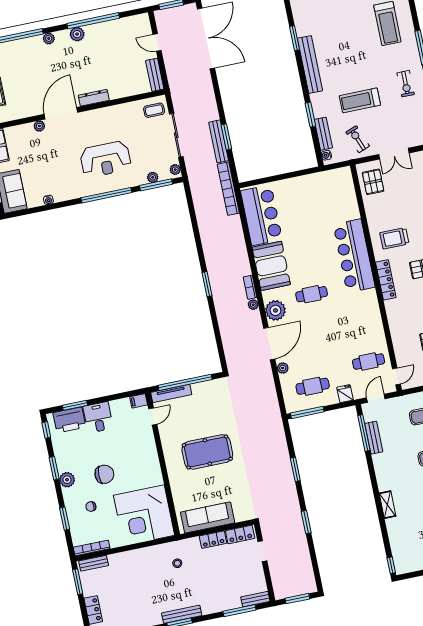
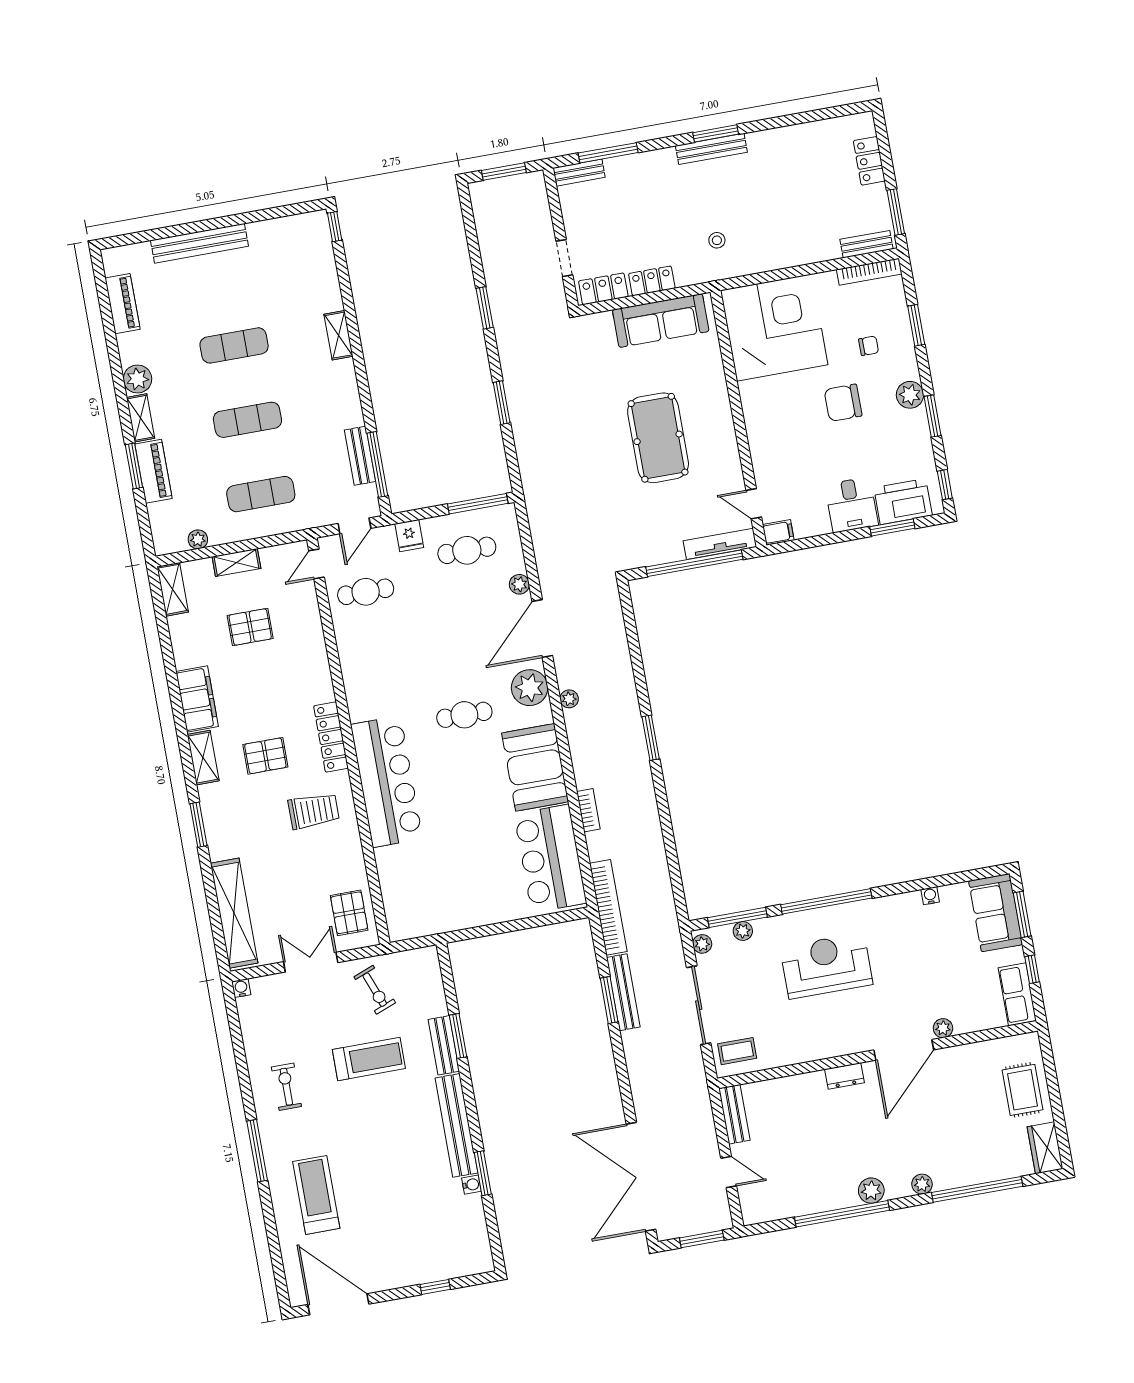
dresser: (94, 98) -> (845, 1076), width x0.70
bench: (323, 134) -> (444, 1045), moved
water cooler: (326, 155) -> (471, 1185), moved
bookcase: (250, 287) -> (588, 810), moved
door: (153, 417) -> (754, 504), hinge flipped
pool table: (207, 452) -> (658, 438), turned 90

